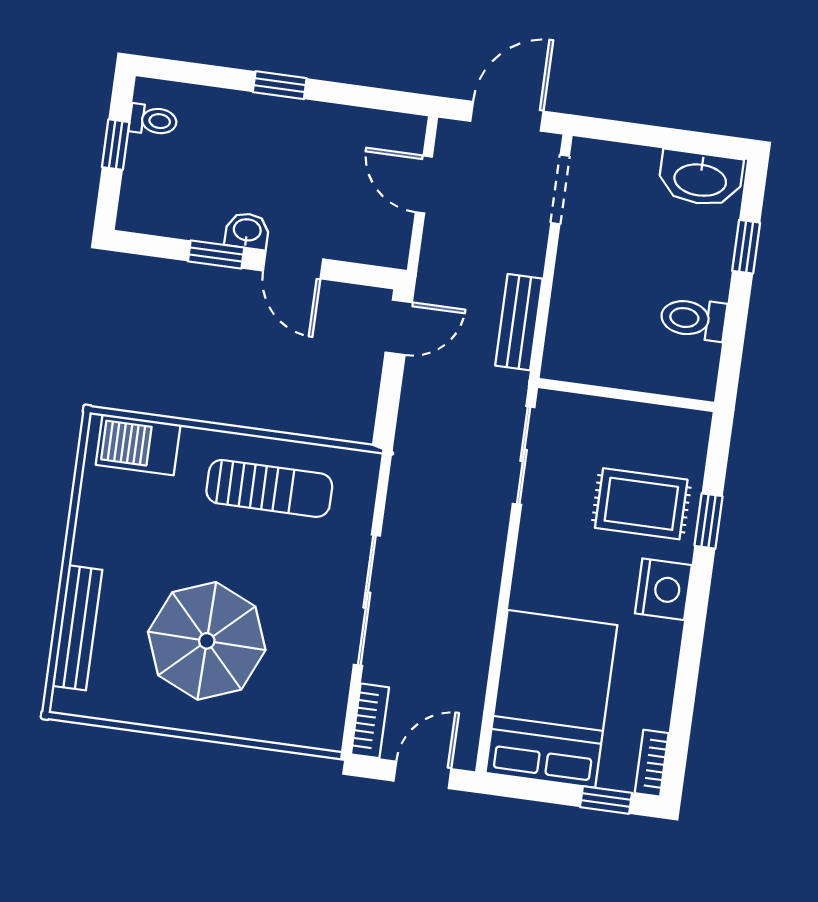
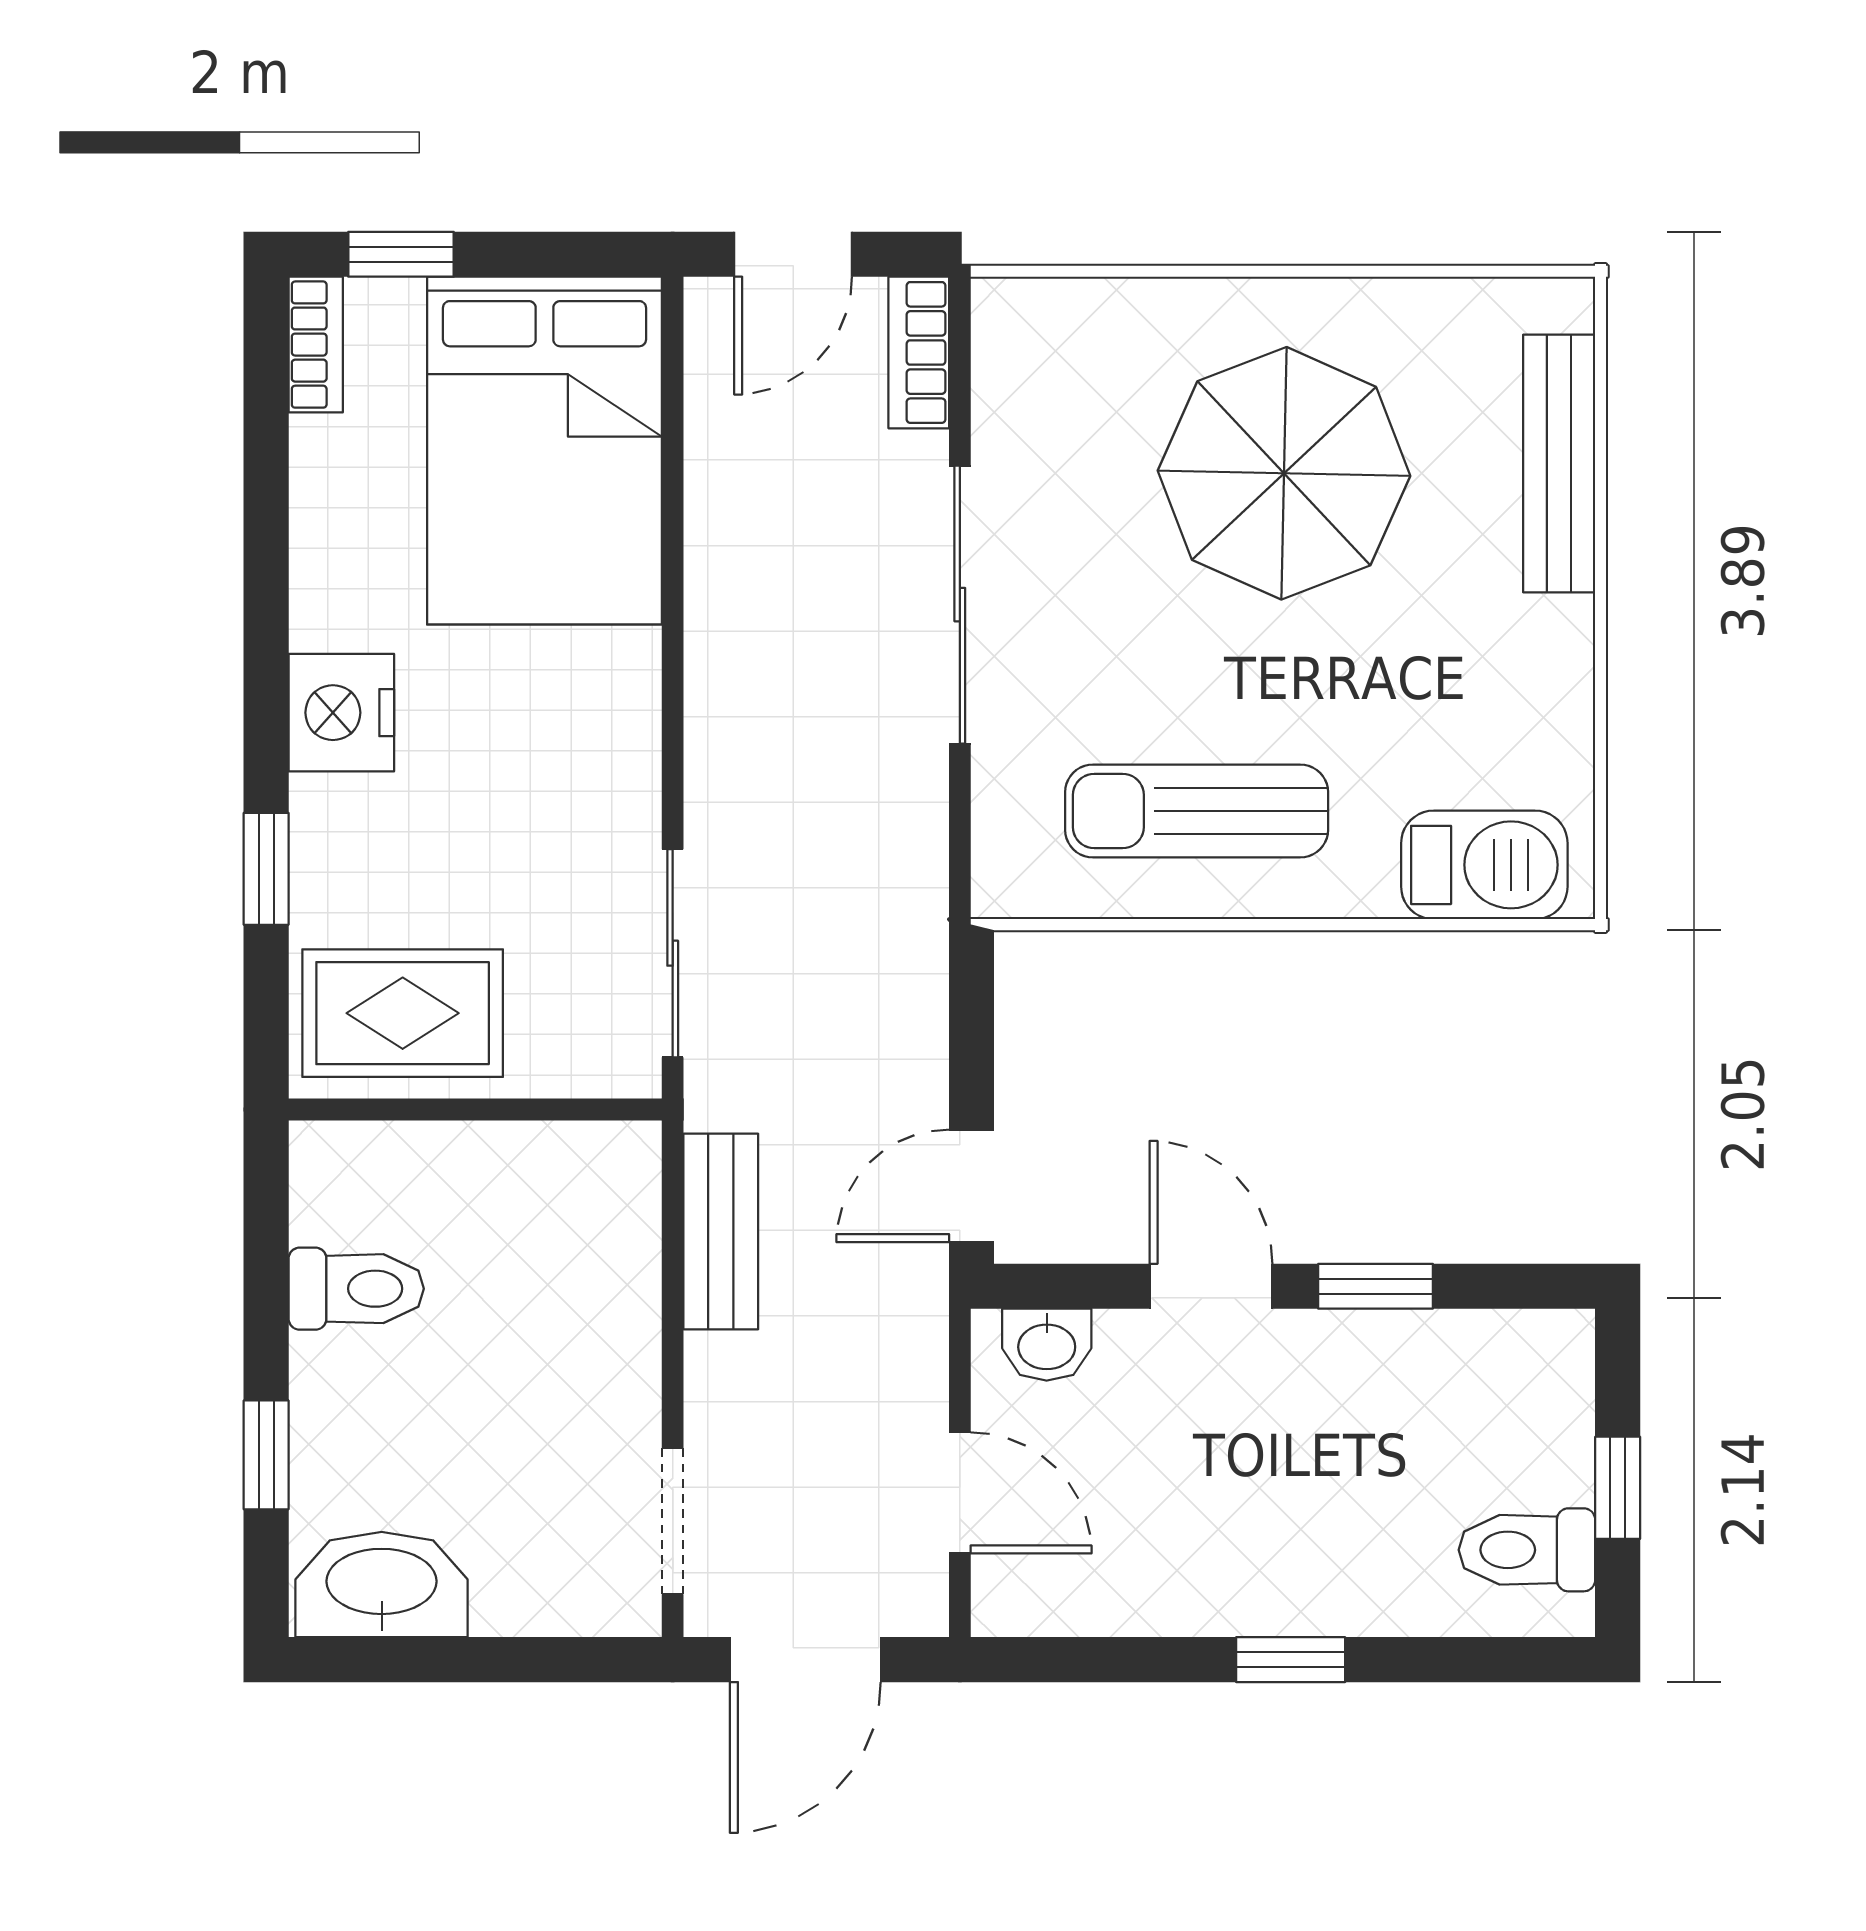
toilet: (153, 120) -> (1527, 1550), width x1.37, depth x1.39
washbasin: (247, 231) -> (1047, 1345), moved
rug: (641, 504) -> (403, 1013), moved

